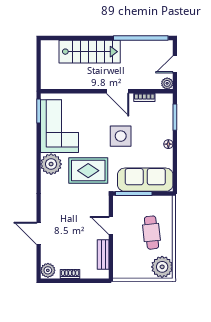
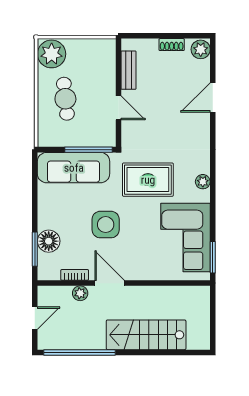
plant: (167, 83) -> (80, 293), moved
floor lamp: (168, 144) -> (49, 241), moved, width x1.89, depth x1.89
plant: (51, 164) -> (203, 182), width x0.53, depth x0.53
door: (39, 233) -> (213, 97), swing flipped

